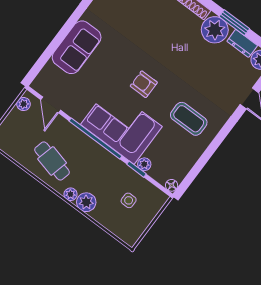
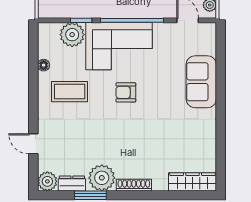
armchair: (144, 84) -> (126, 92), turned 180
plant: (144, 164) -> (72, 35), width x1.88, depth x1.88
floor lamp: (172, 185) -> (44, 65), moved

